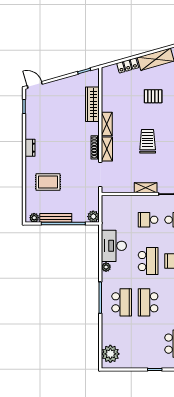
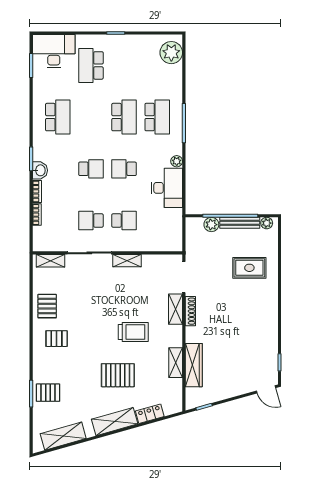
pallet: (153, 96) -> (118, 375), width x1.50, depth x1.42
shelving: (107, 124) -> (176, 363), moved
trolley: (148, 141) -> (133, 332), moved, turned -90
dresser: (30, 148) -> (272, 311), removed
plant: (93, 217) -> (211, 225), moved
school desk: (148, 261) -> (124, 169), width x0.54
school desk: (122, 302) -> (157, 117), turned 180

